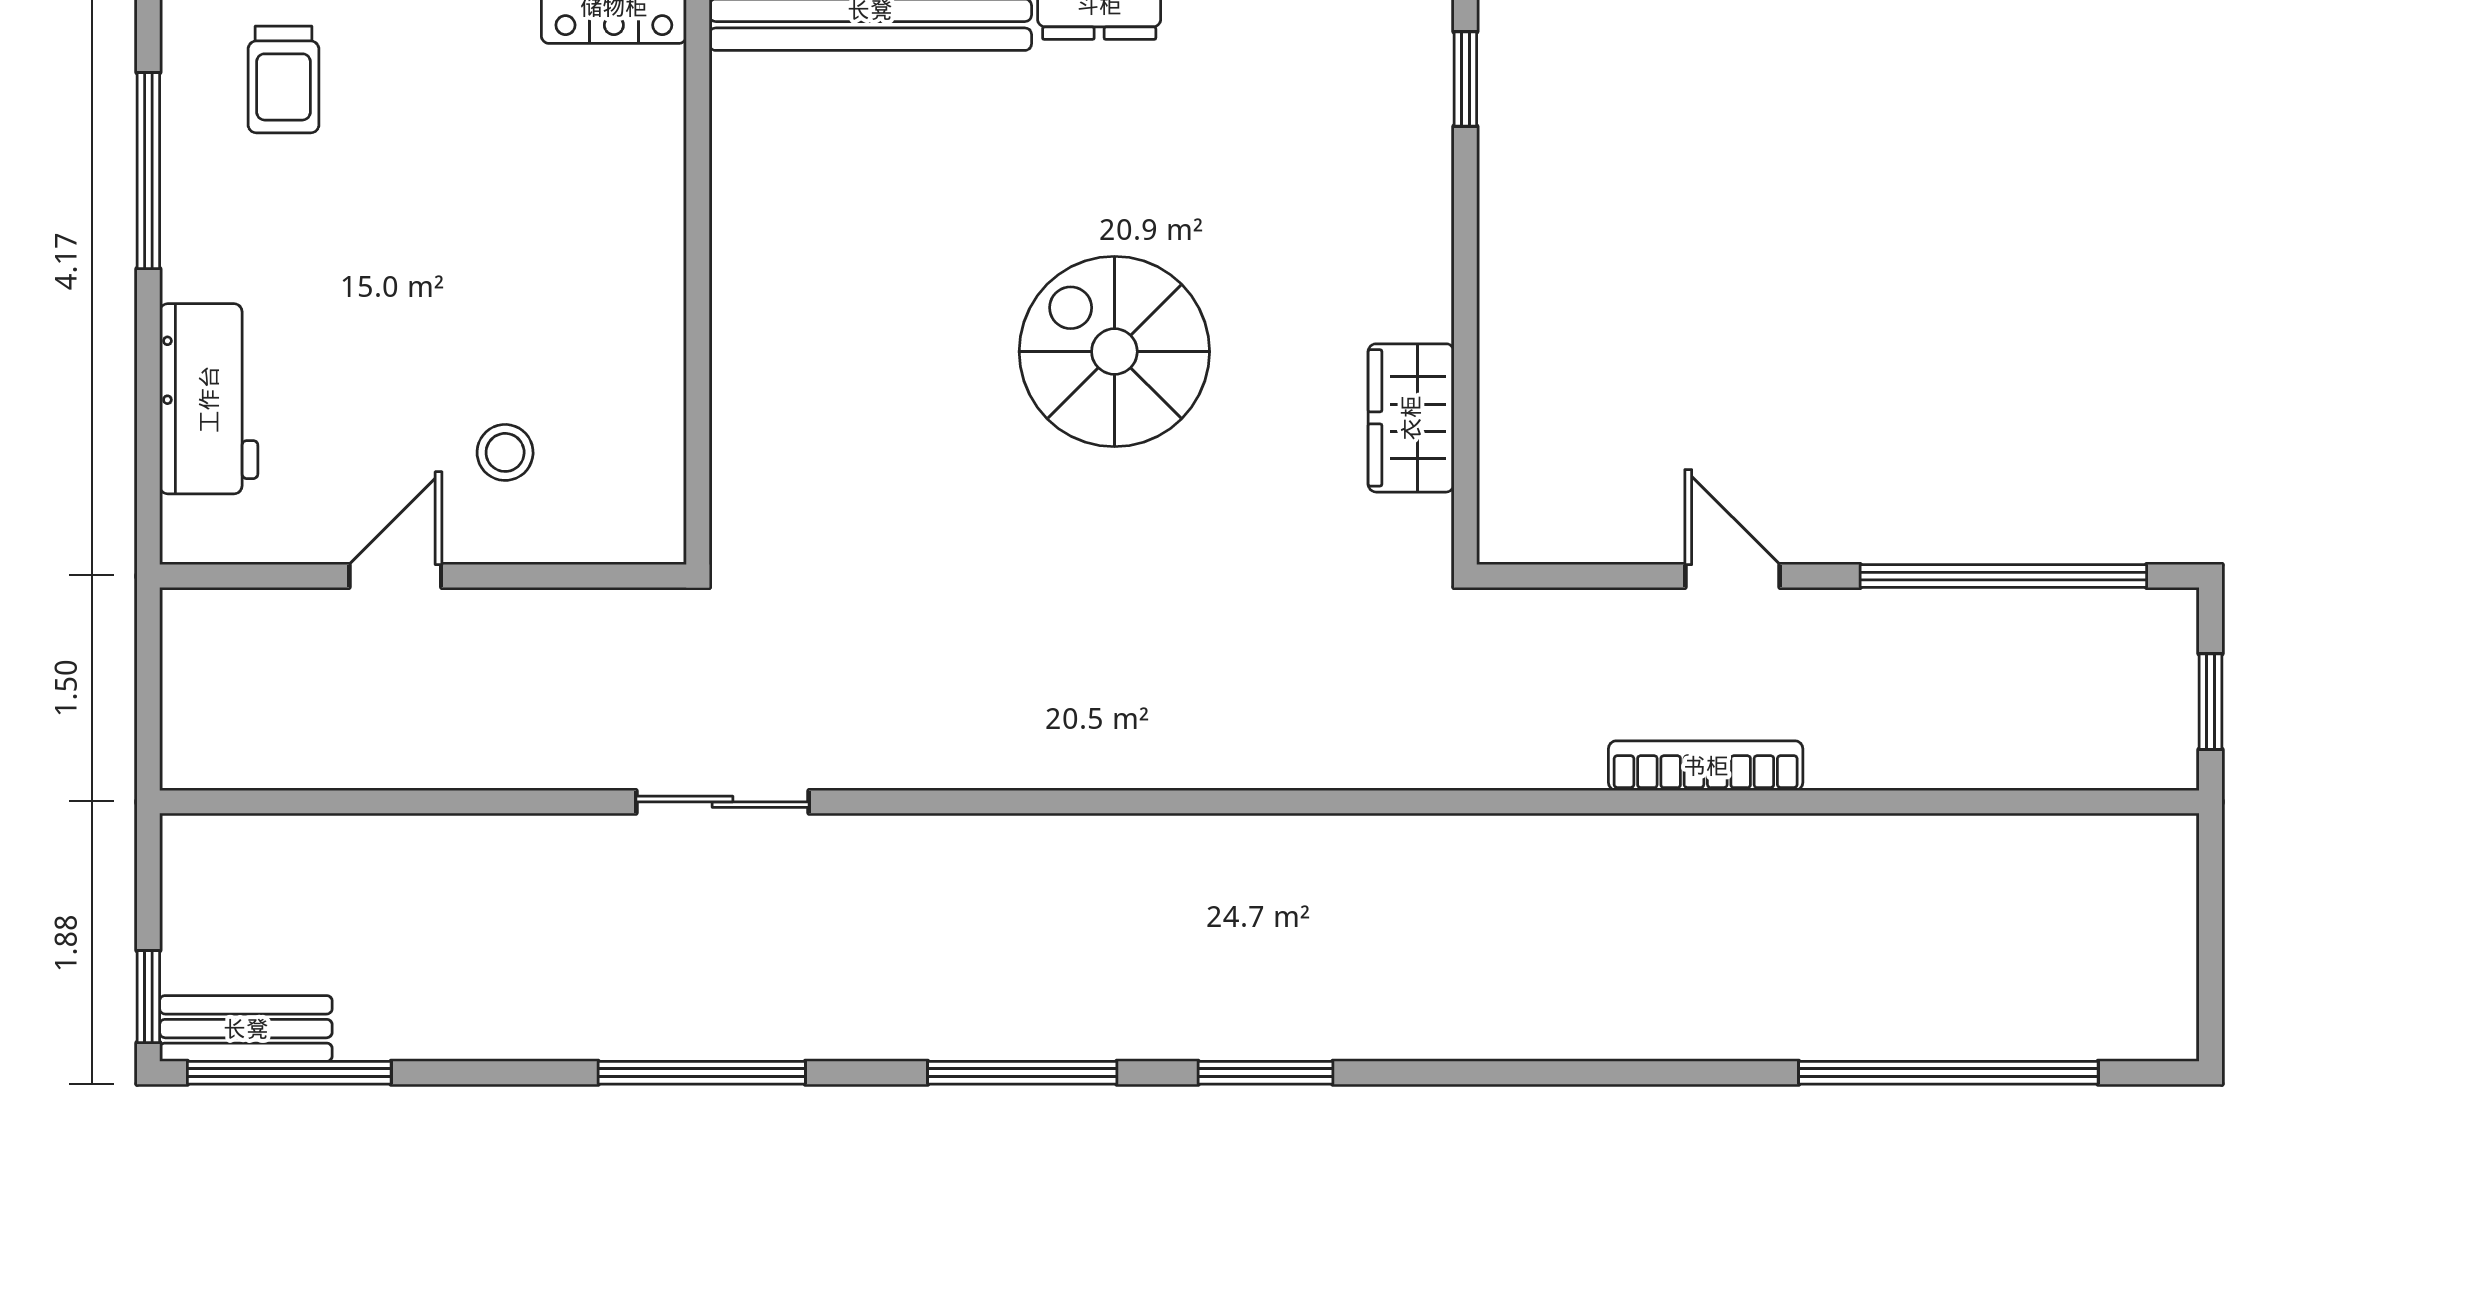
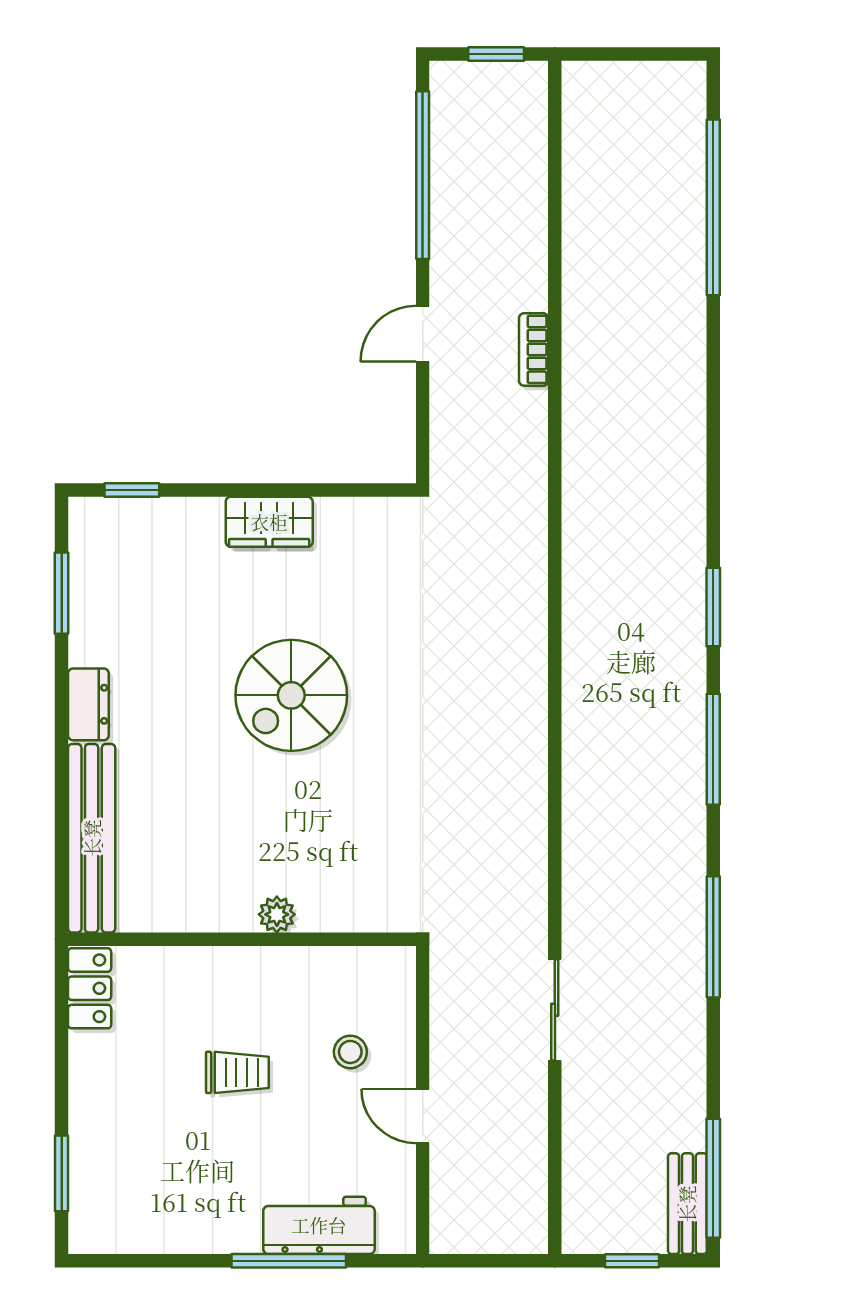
trolley: (284, 79) -> (237, 1072), moved
window: (148, 171) -> (289, 1261), moved
plant: (740, 327) -> (277, 914), added
wardrobe: (1411, 418) -> (269, 522), moved
bookcase: (1706, 766) -> (534, 349), width x0.64
sliding door: (723, 802) -> (555, 1010), moved
window: (148, 997) -> (632, 1261), moved

